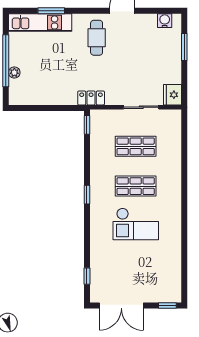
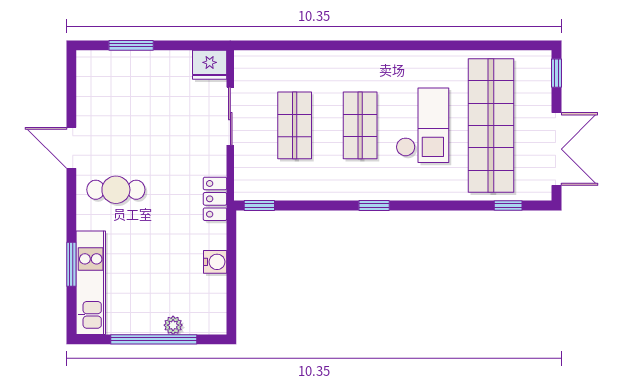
water cooler: (165, 21) -> (215, 262), moved, turned 180
shop shelf: (136, 266) -> (491, 125), added

